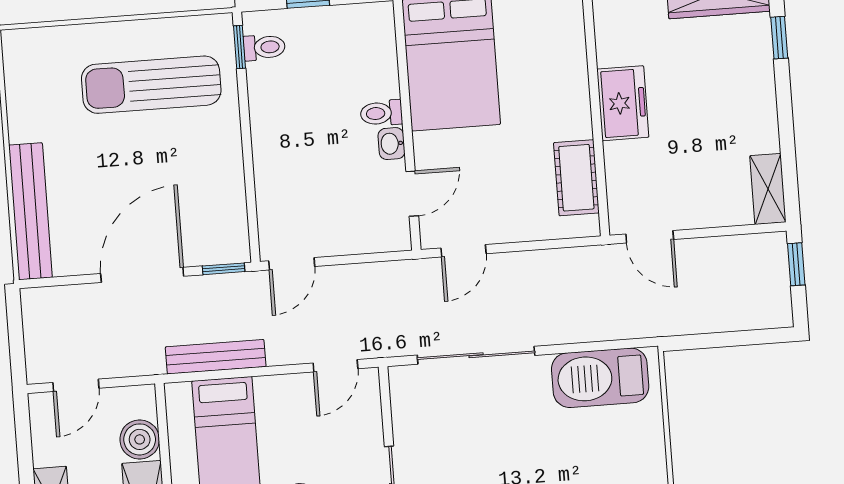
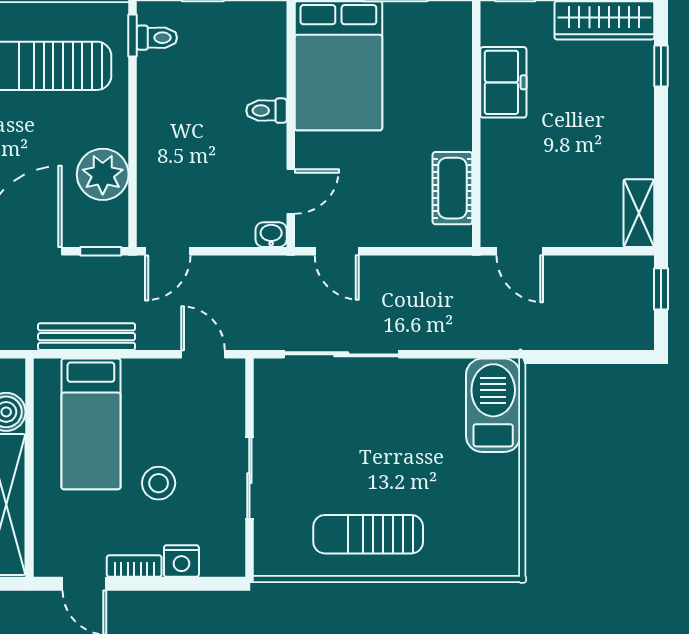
freezer: (623, 103) -> (503, 82), moved
washbasin: (391, 144) -> (271, 235), moved, turned 90
plant: (220, 190) -> (103, 174), added
door: (463, 251) -> (337, 251), hinge flipped
door: (335, 366) -> (203, 354), swing flipped
barbecue: (600, 378) -> (493, 405), moved, turned 90

